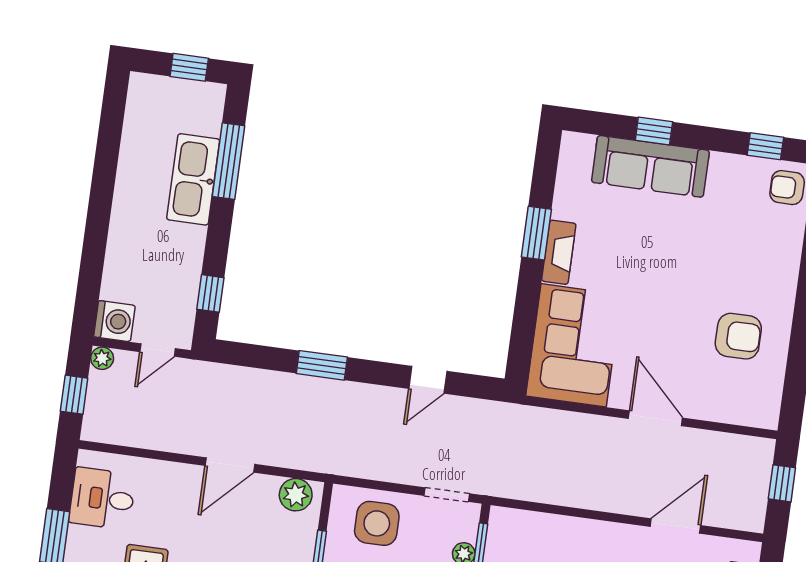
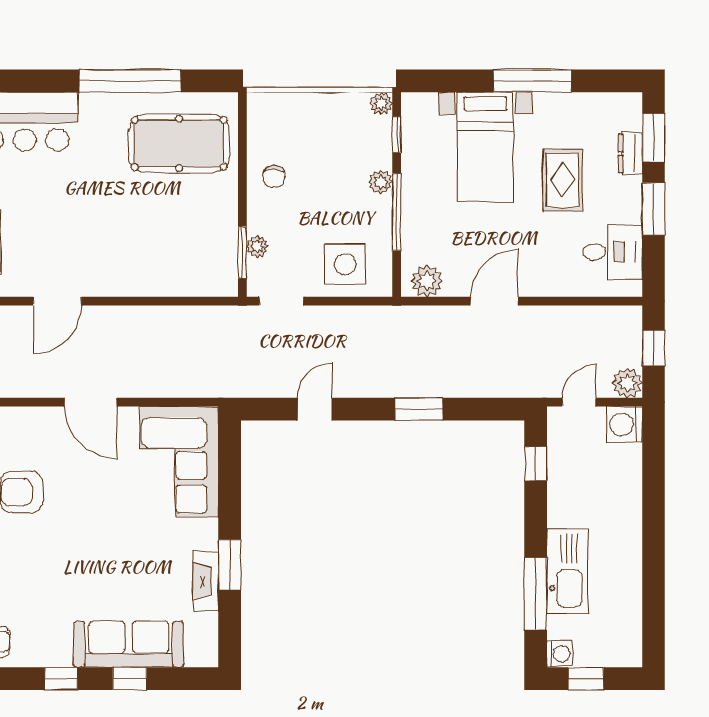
washing machine: (212, 96) -> (560, 654), added
window: (765, 146) -> (61, 679), moved
fireplace: (559, 252) -> (206, 581), moved
plant: (102, 358) -> (627, 383), width x1.38, depth x1.38

